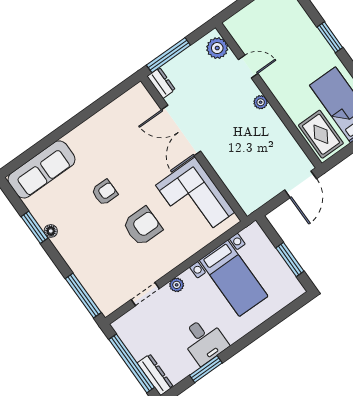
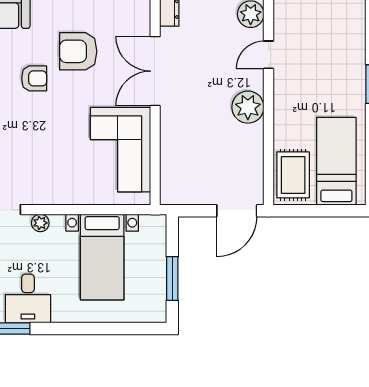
door: (248, 67) -> (269, 55), swing flipped
plant: (261, 102) -> (248, 107), width x1.88, depth x1.88
armchair: (142, 226) -> (78, 51), moved, turned 180

